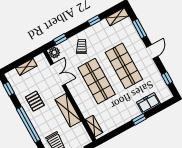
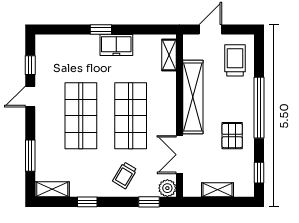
door: (152, 52) -> (30, 97), moved
freezer: (148, 103) -> (116, 45), moved
shelving: (68, 110) -> (193, 97), width x1.47

